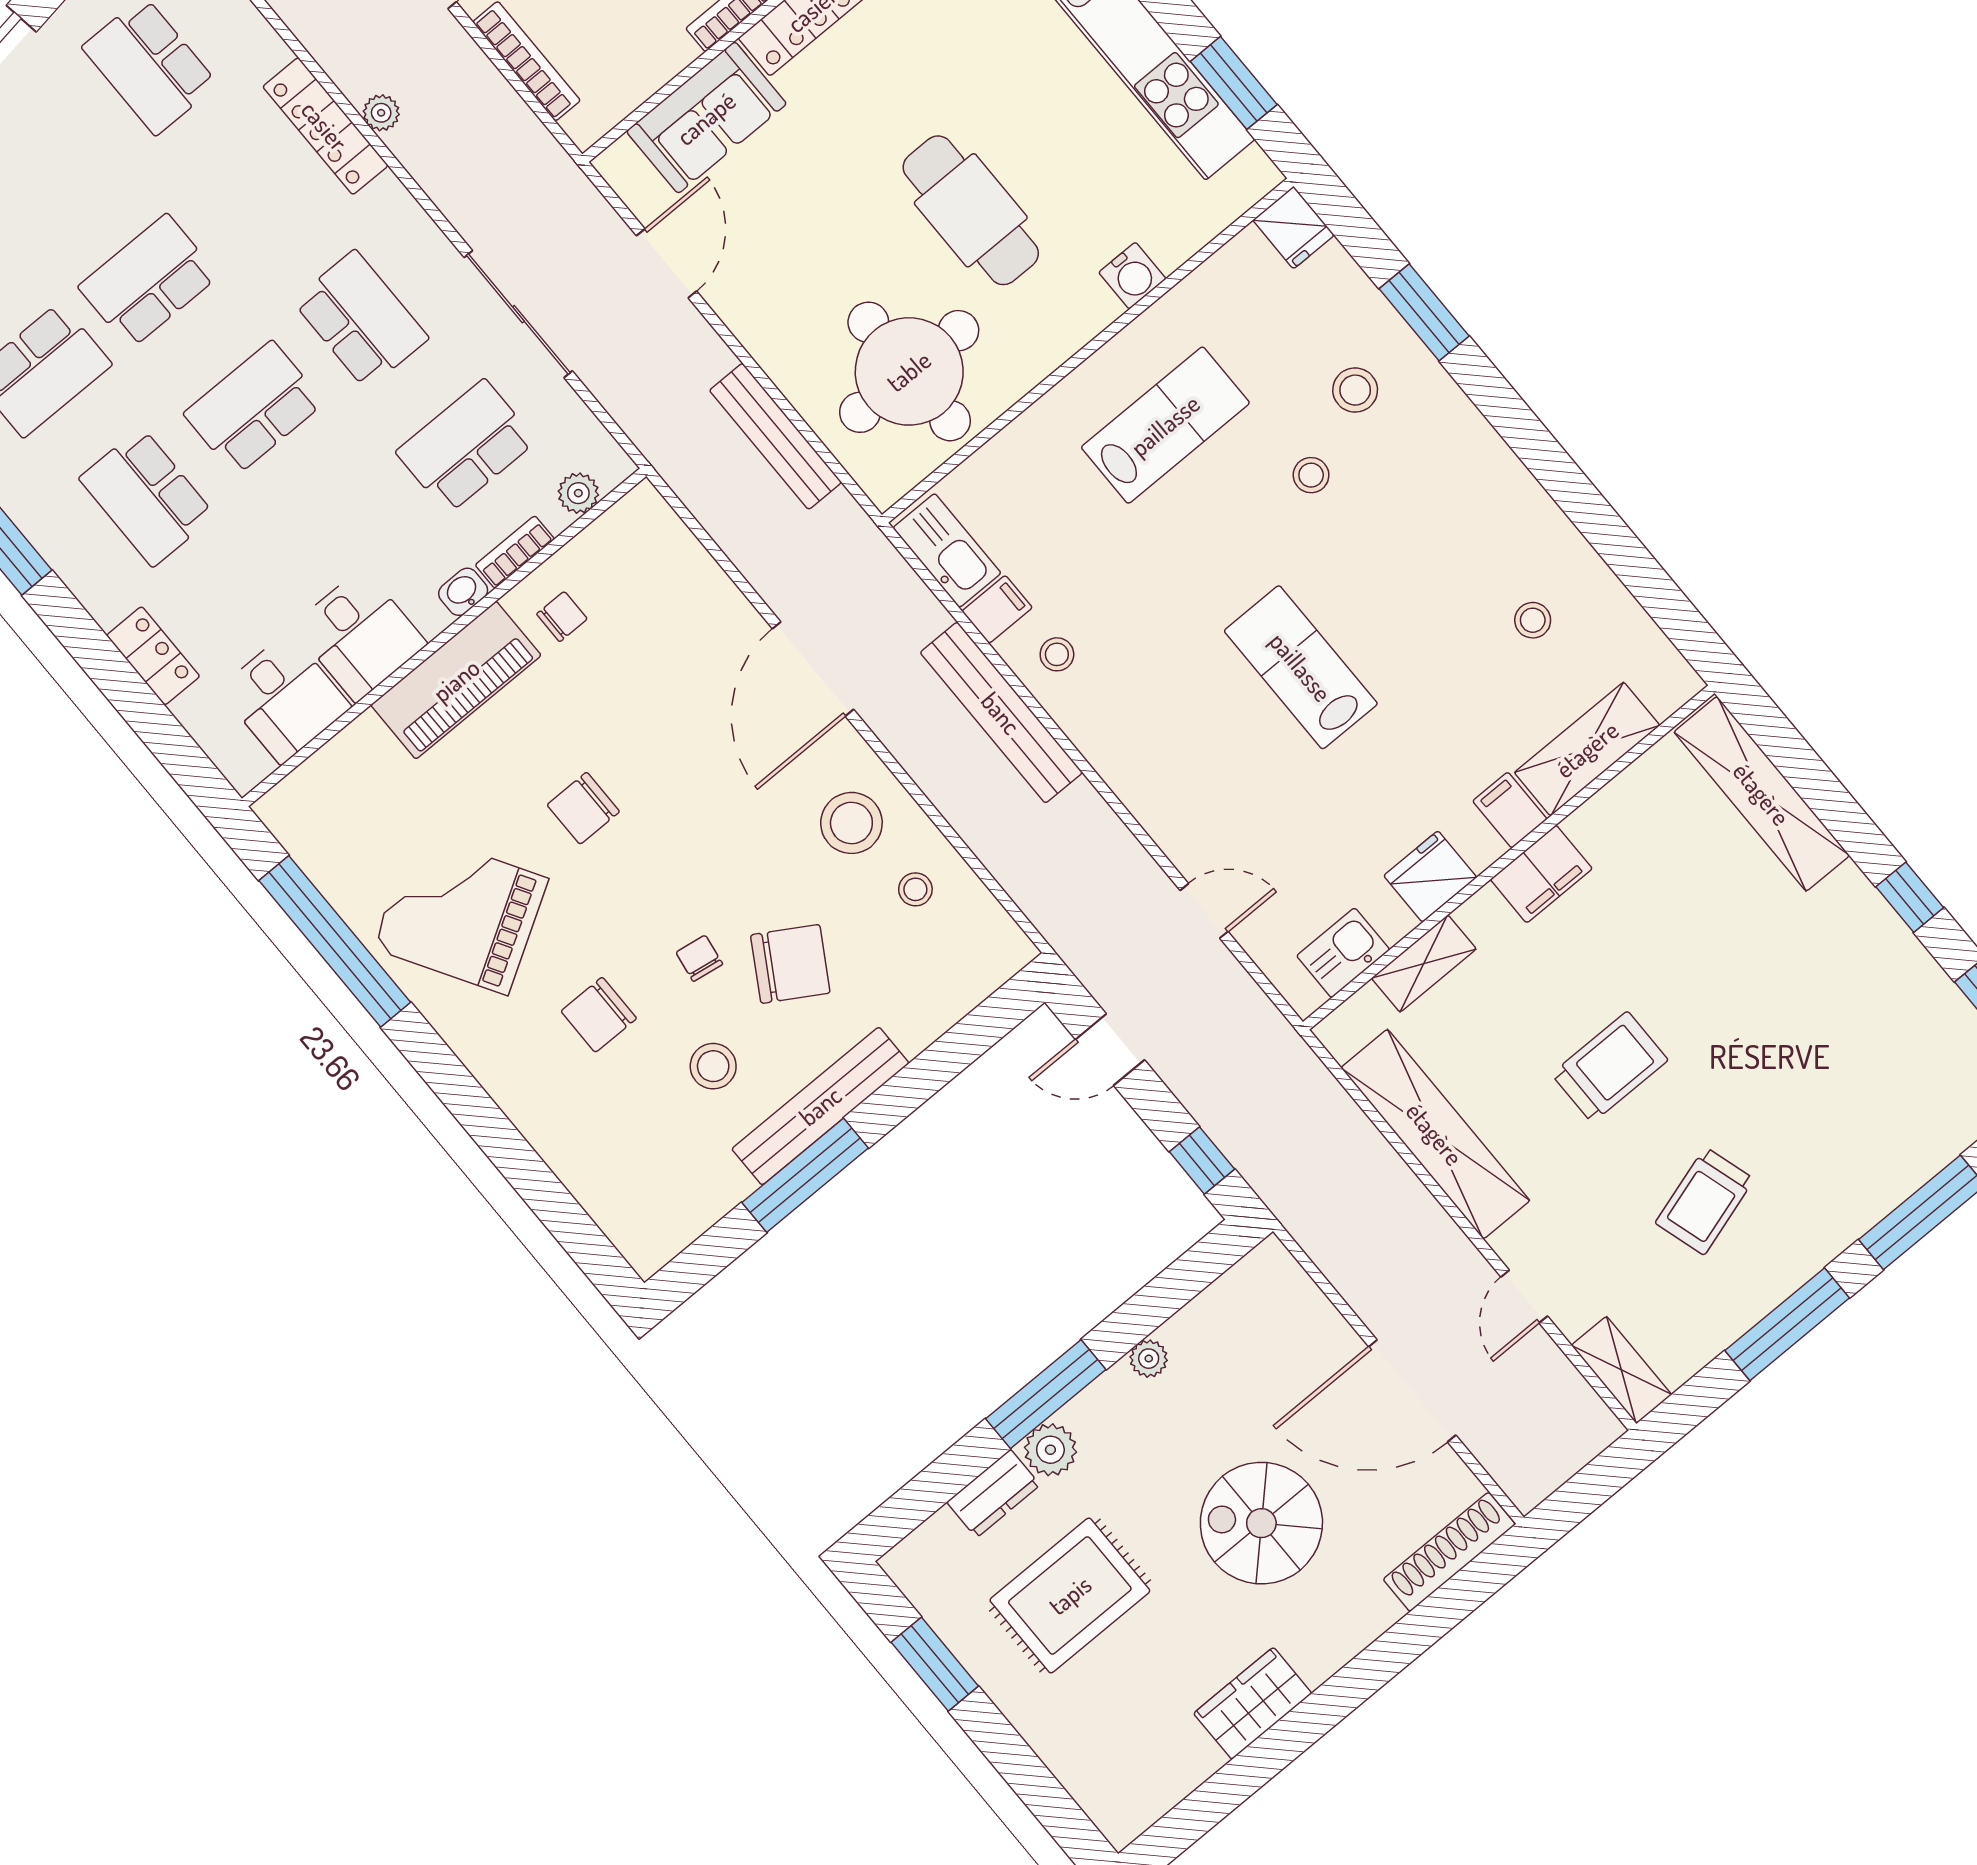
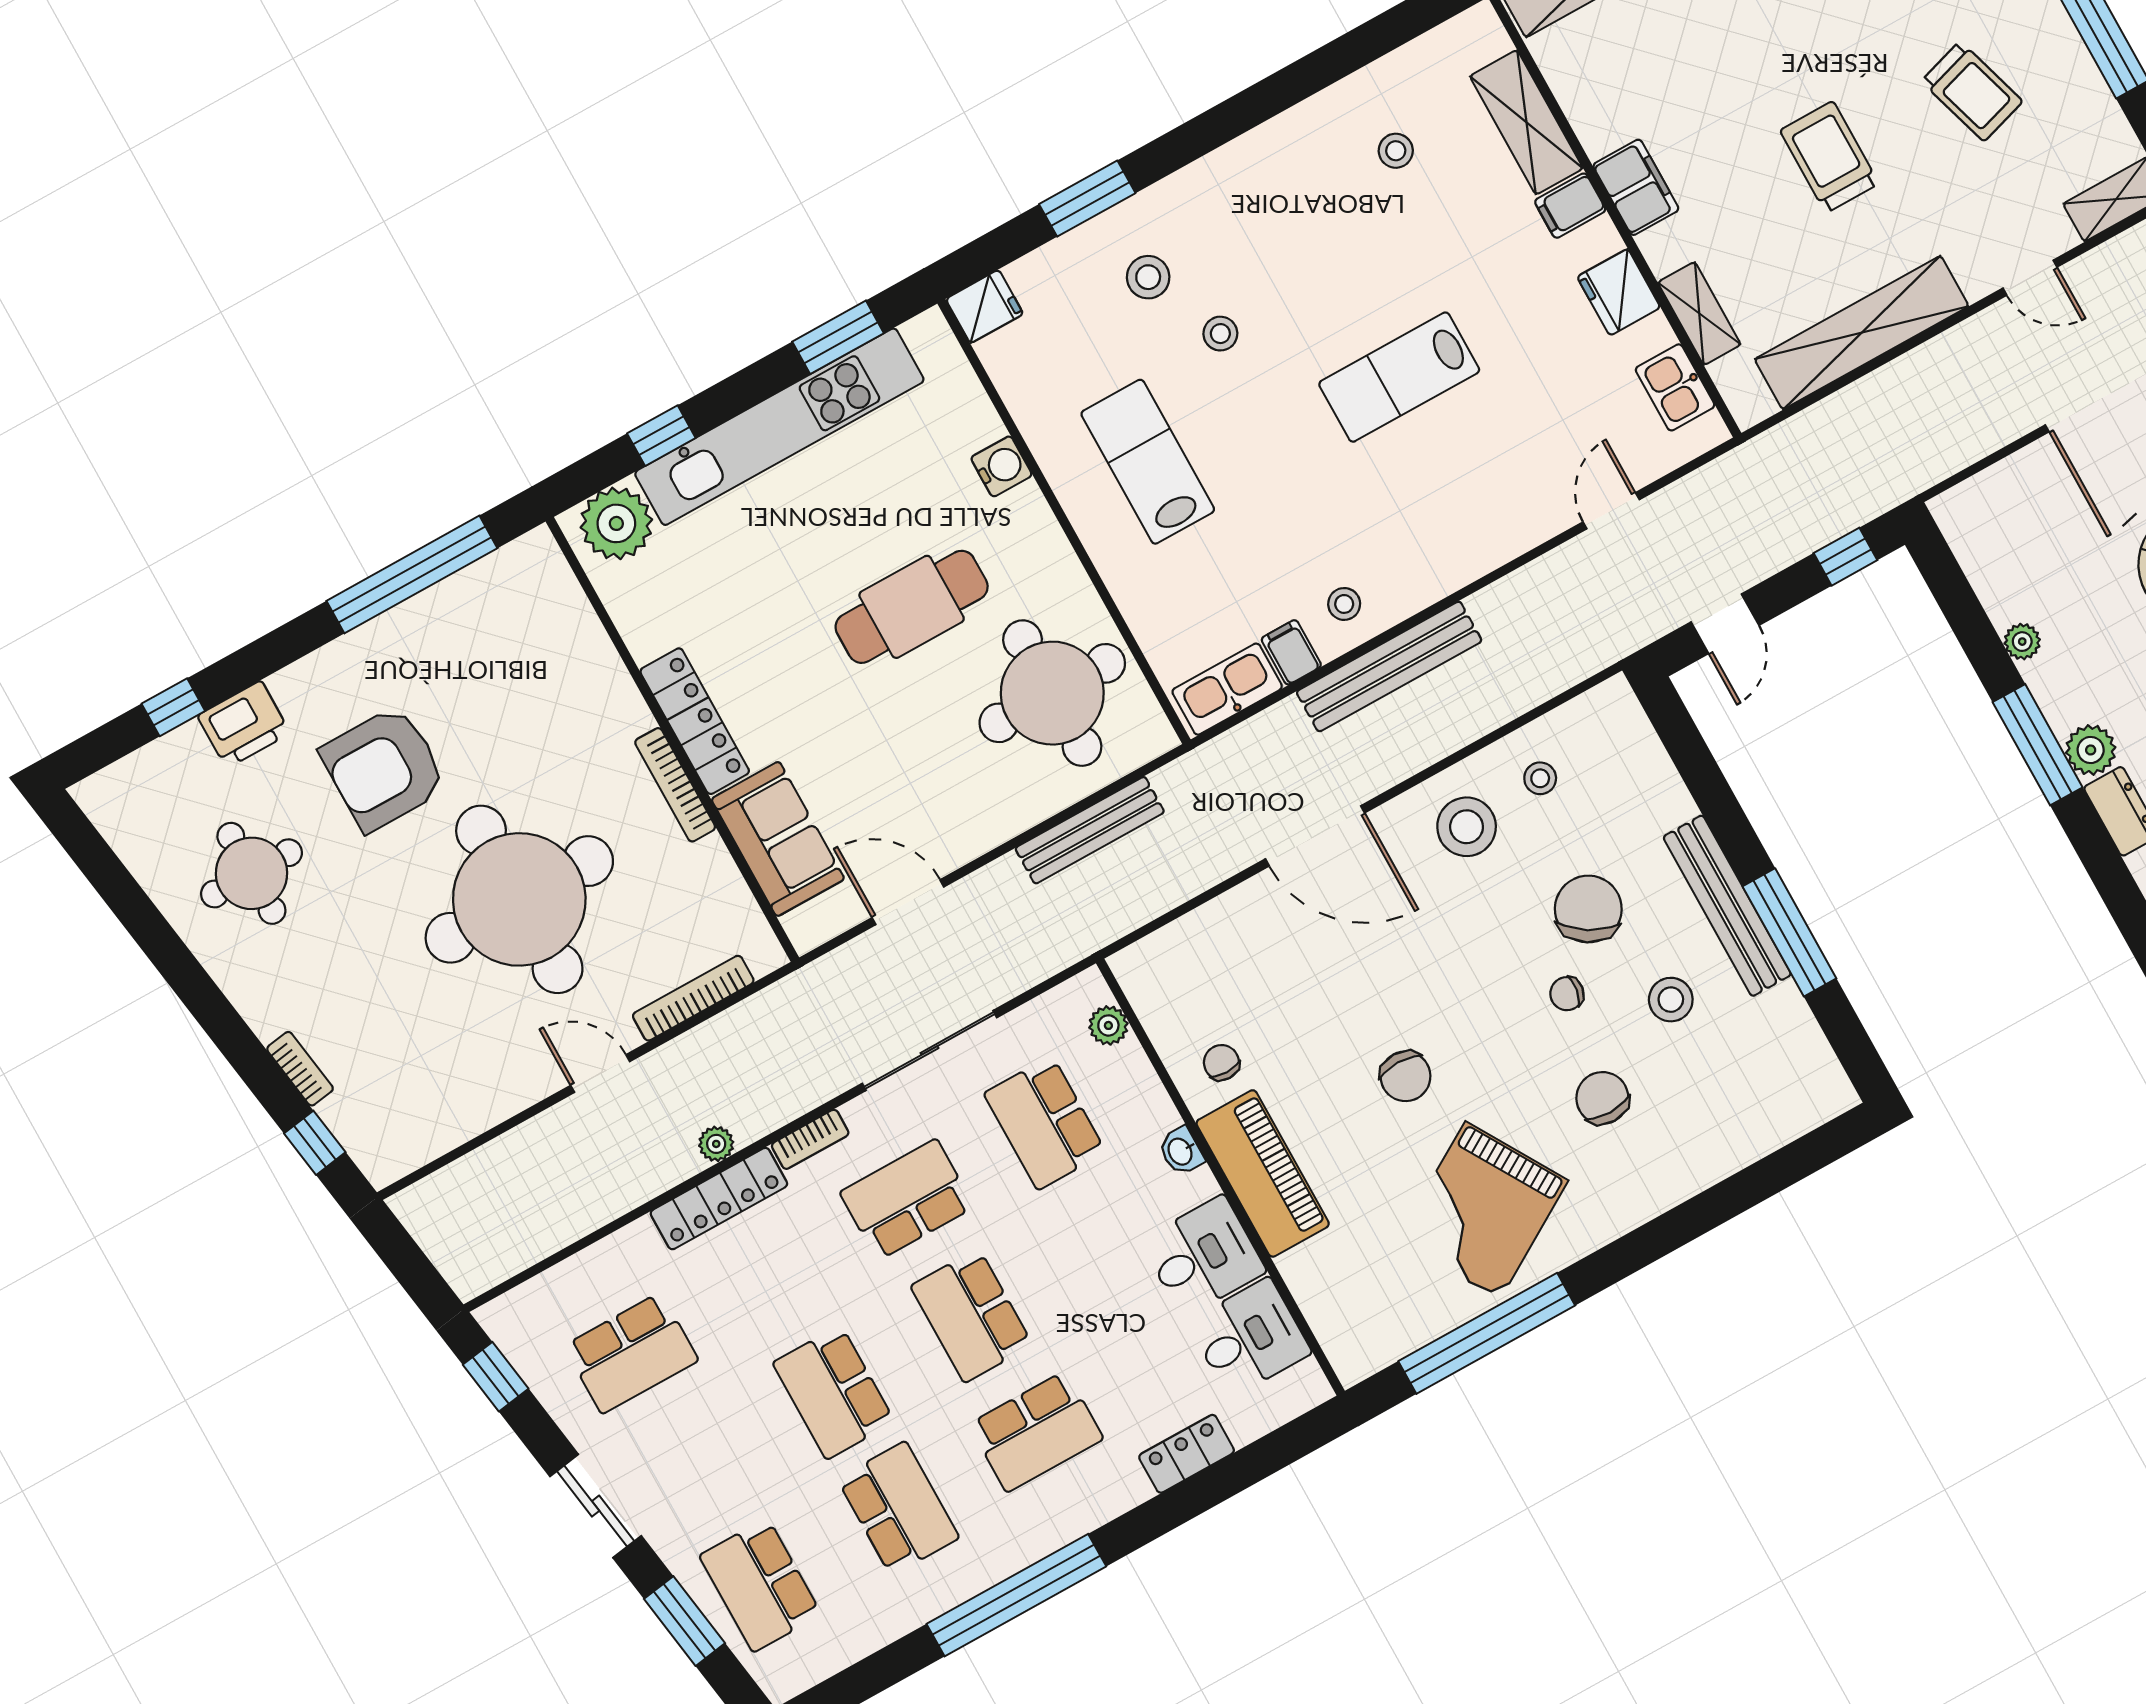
bookcase: (515, 552) -> (810, 1139), moved, turned -90
chair: (599, 1015) -> (1602, 1098), turned 180

